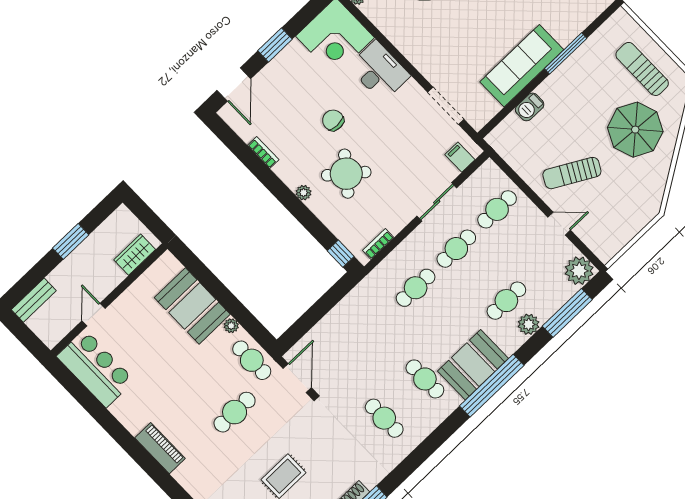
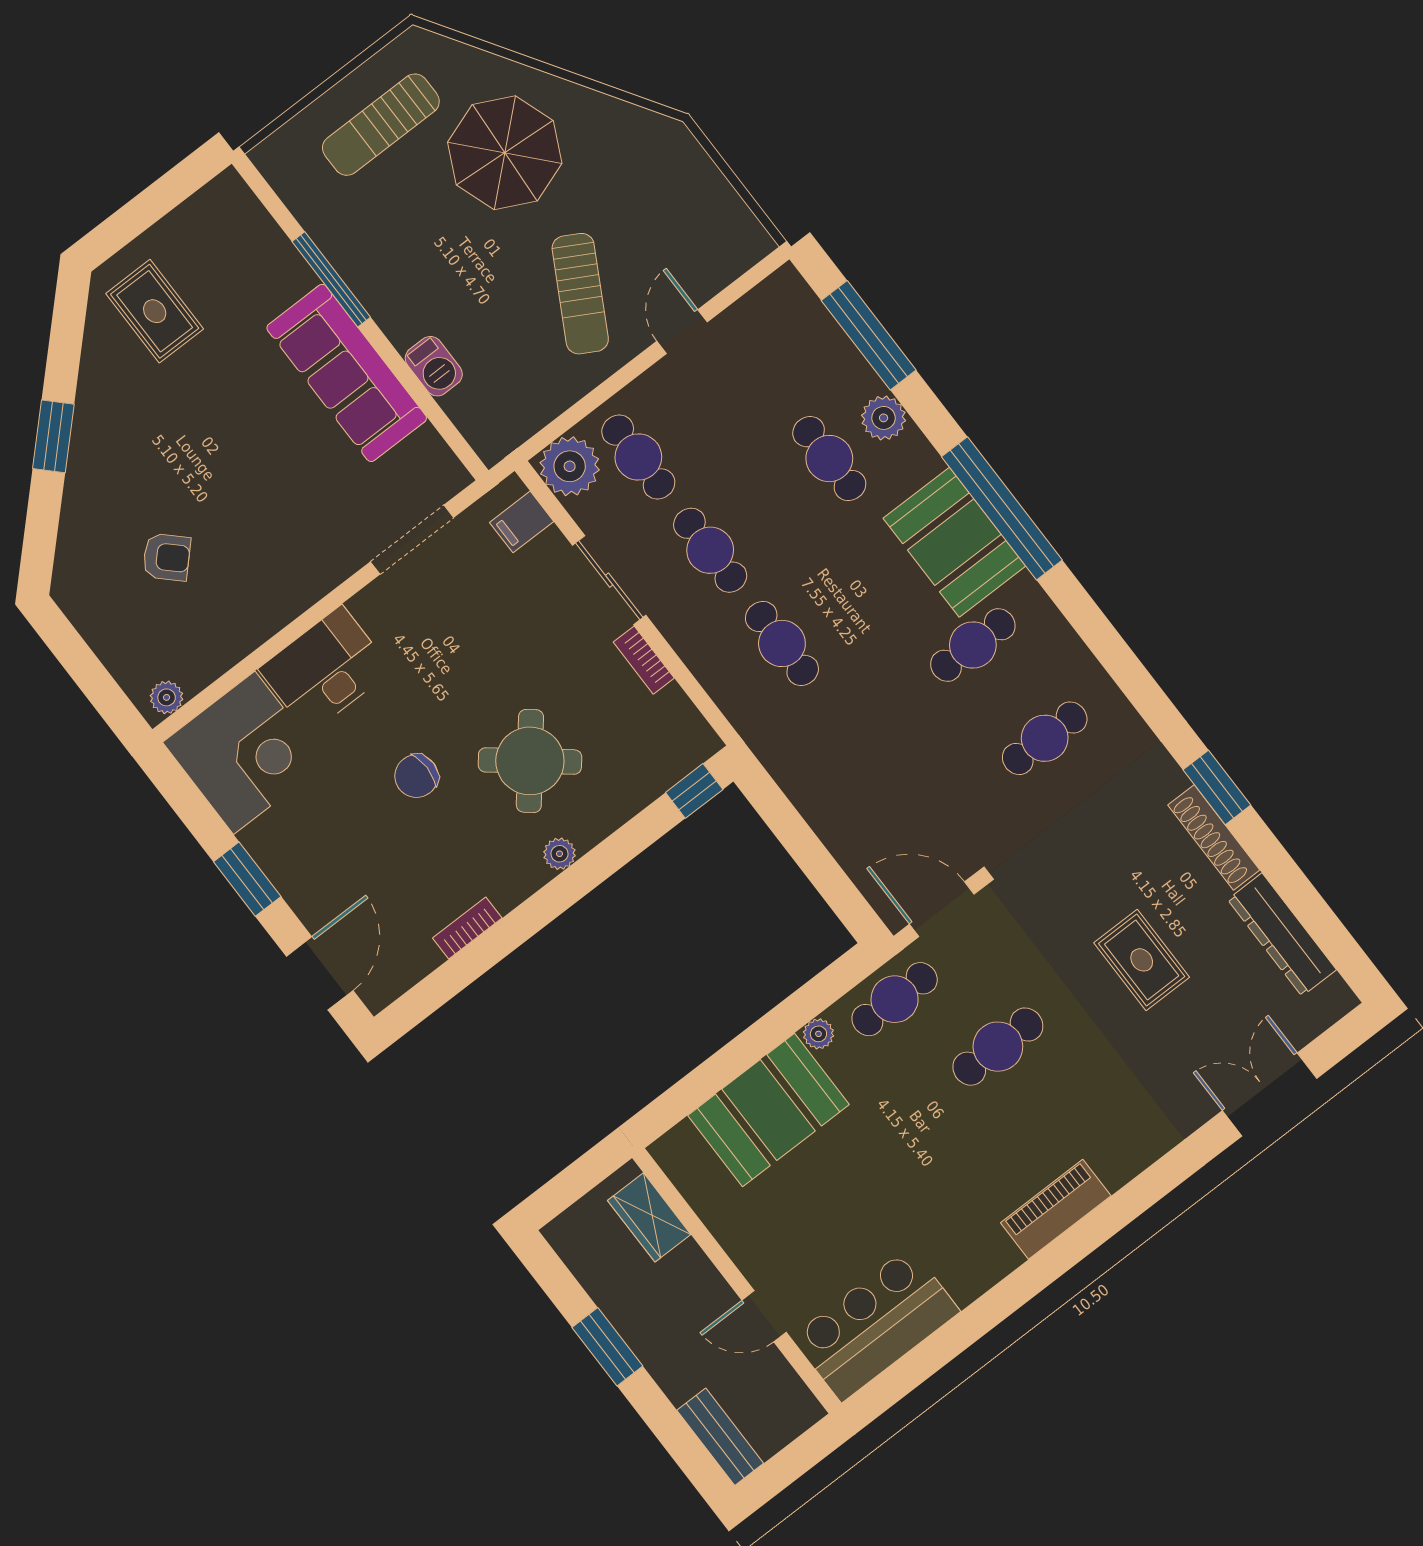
door: (234, 85) -> (320, 973), hinge flipped
bookcase: (378, 244) -> (644, 660), moved
plant: (579, 271) -> (570, 466), moved
cafe table: (235, 412) -> (998, 1047), turned 90

